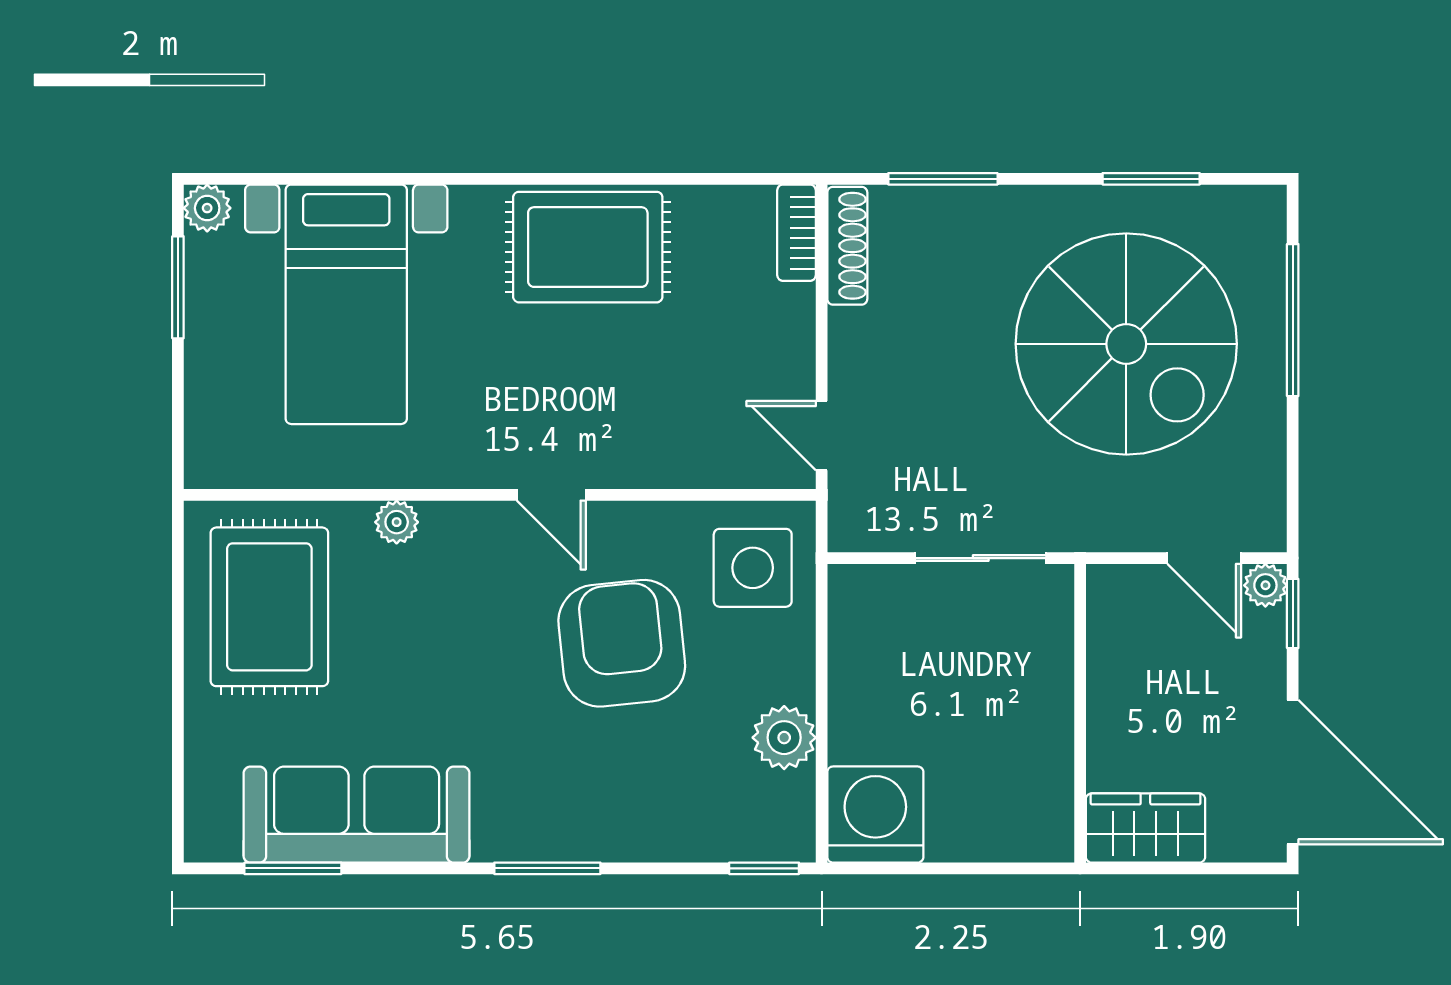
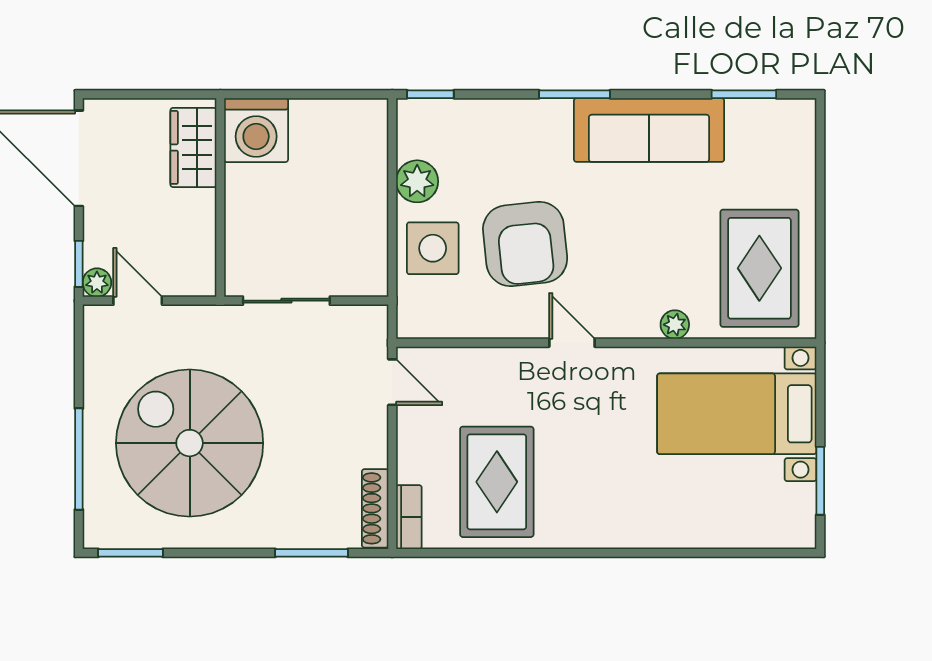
window: (1151, 179) -> (131, 553), moved
plant: (207, 208) -> (801, 533), removed
rug: (588, 247) -> (497, 482), moved, turned 90
bed with nightstands: (346, 304) -> (737, 414), moved, turned -90
side table: (753, 568) -> (433, 248), moved
sofa: (357, 815) -> (649, 130), moved
washing machine: (875, 815) -> (256, 130), moved
wardrobe: (1145, 828) -> (193, 147), moved, turned 90

